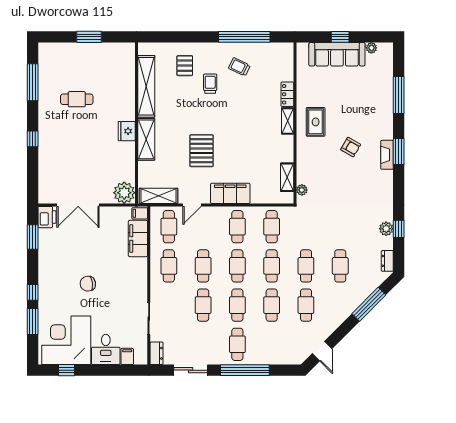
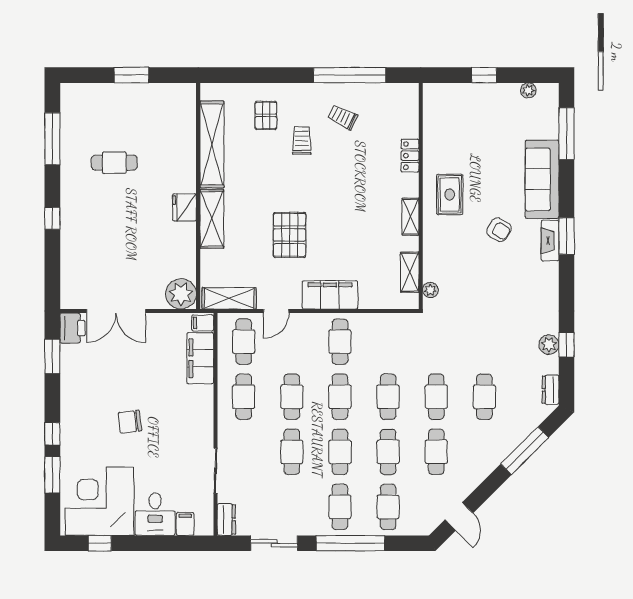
sofa: (337, 54) -> (542, 179), moved, turned 90
window: (399, 95) -> (567, 134), moved
shelving: (288, 121) -> (410, 217), moved
cafe table: (272, 227) -> (388, 507), moved

